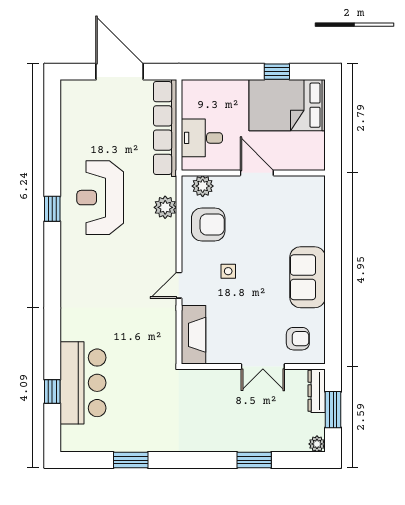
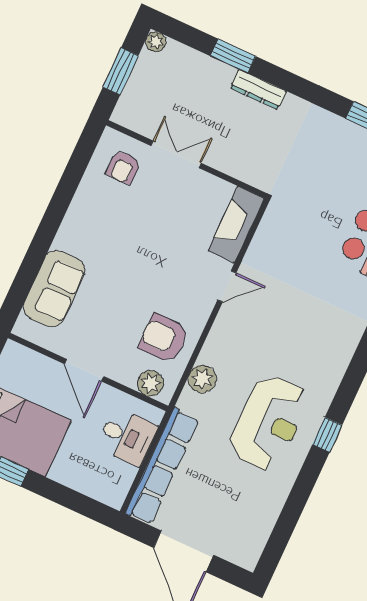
side table: (228, 271) -> (166, 277), removed
sofa: (308, 277) -> (54, 289), moved
armchair: (298, 339) -> (123, 167), turned -90
dresser: (317, 391) -> (258, 90), moved, turned 90

